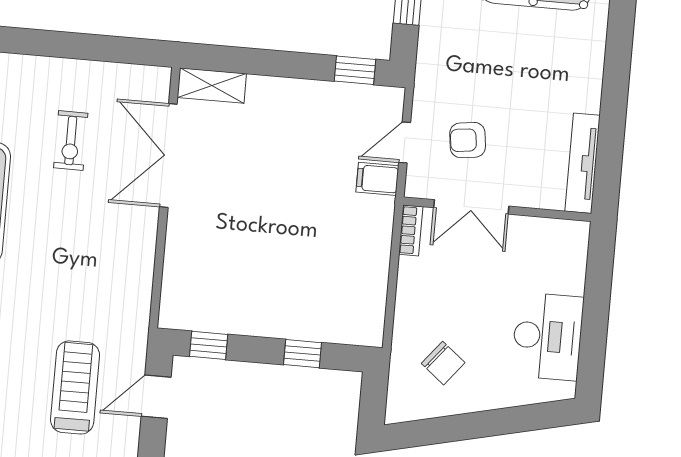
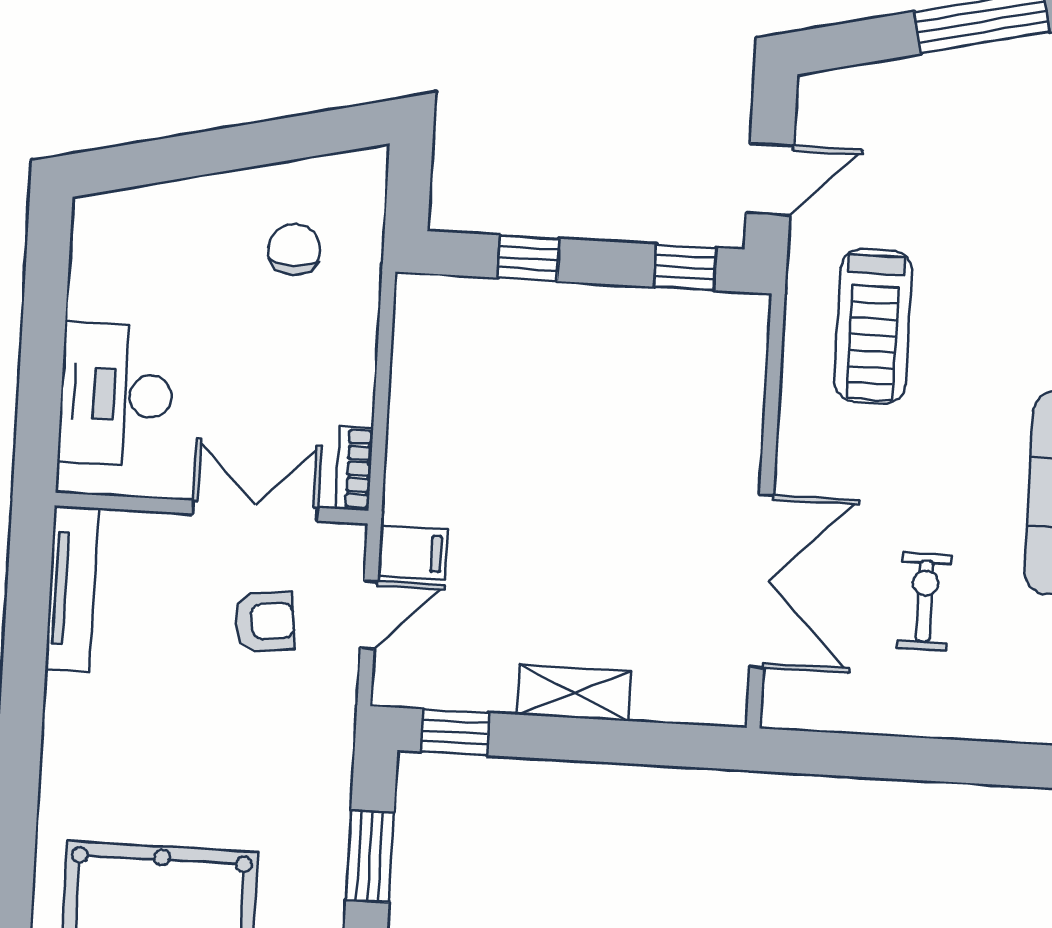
shelving: (212, 86) -> (574, 693), moved
desk: (548, 336) -> (116, 394), moved
chair: (443, 363) -> (294, 249), turned 51
treadmill: (75, 387) -> (873, 326), moved

